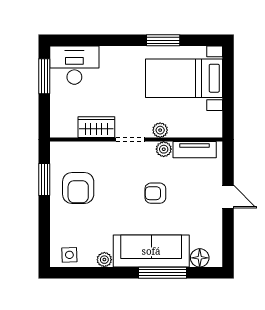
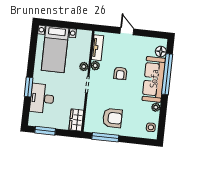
window: (163, 40) -> (29, 87), moved
desk: (74, 65) -> (42, 98), moved
wardrobe: (96, 127) -> (76, 120), moved
window: (44, 180) -> (105, 137), width x1.44
door: (228, 197) -> (127, 31), hinge flipped
window: (162, 273) -> (167, 74), width x1.46

